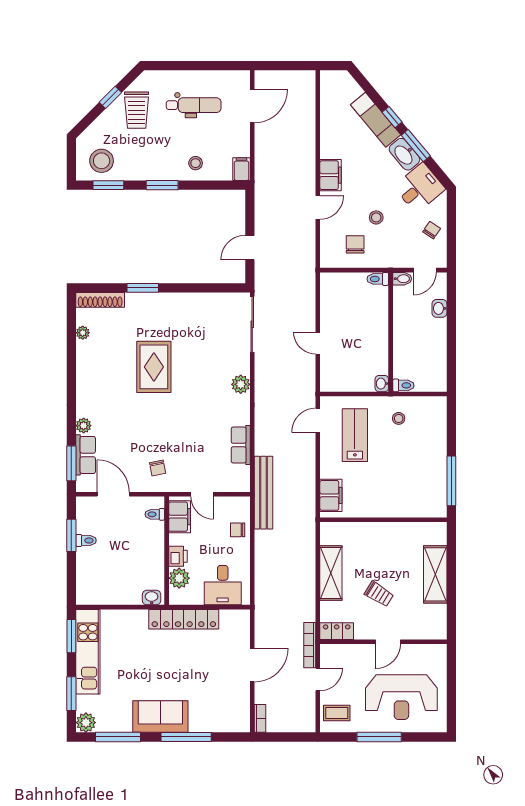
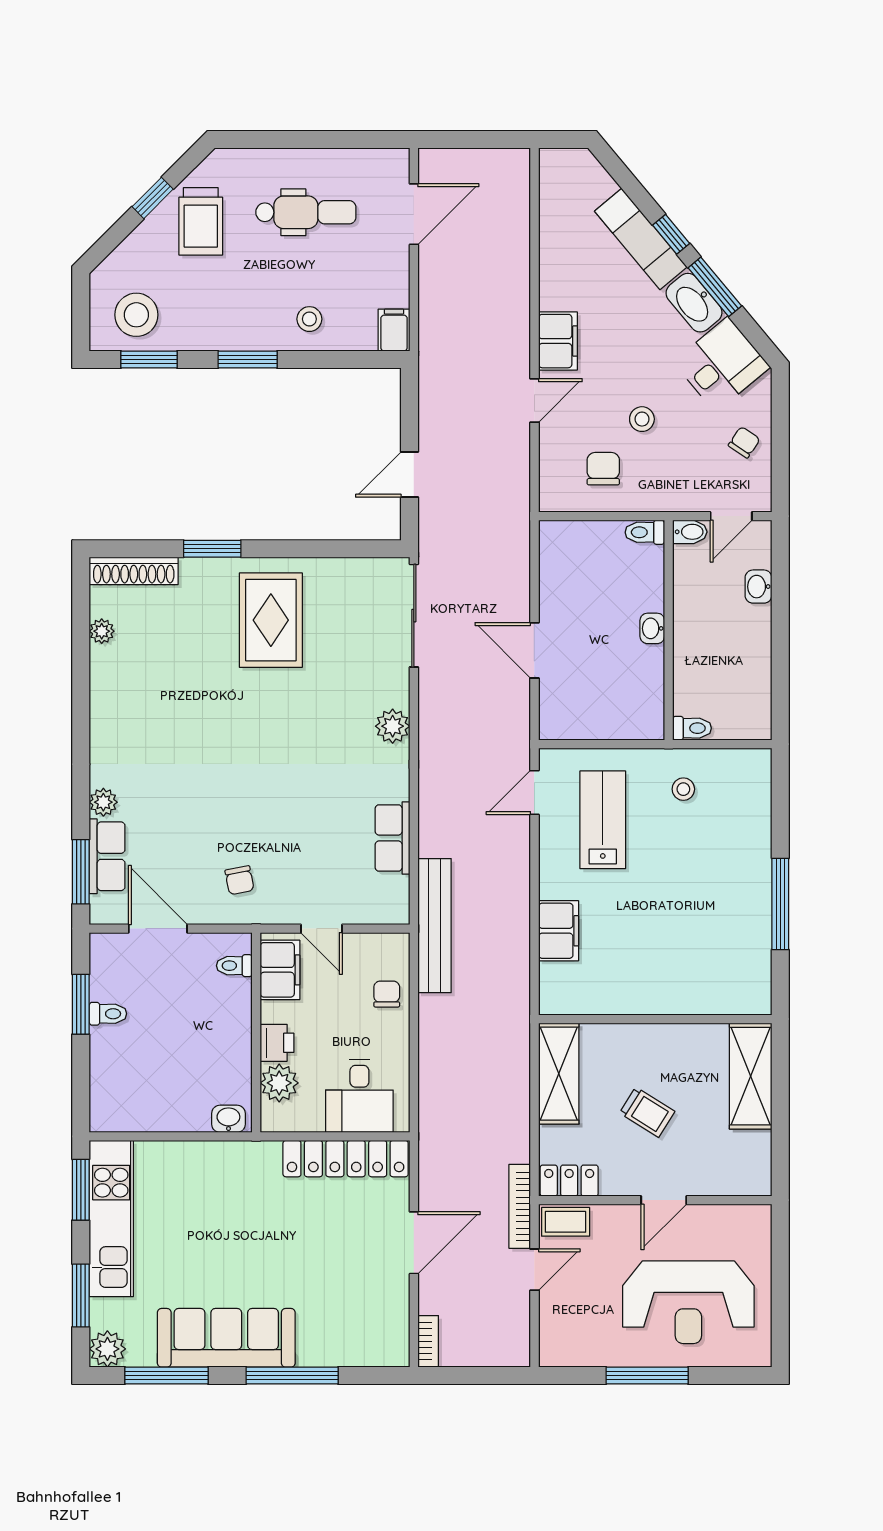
door: (318, 343) -> (534, 650), width x1.38
rug: (154, 367) -> (271, 620), moved
washbasin: (382, 384) -> (652, 628), moved
wall: (383, 520) -> (655, 1019), moved
chair: (238, 530) -> (387, 994), turned 90
locker: (184, 619) -> (346, 1159), moved
coffee table: (337, 713) -> (566, 1222), moved
sofa: (160, 716) -> (226, 1338), width x1.36

